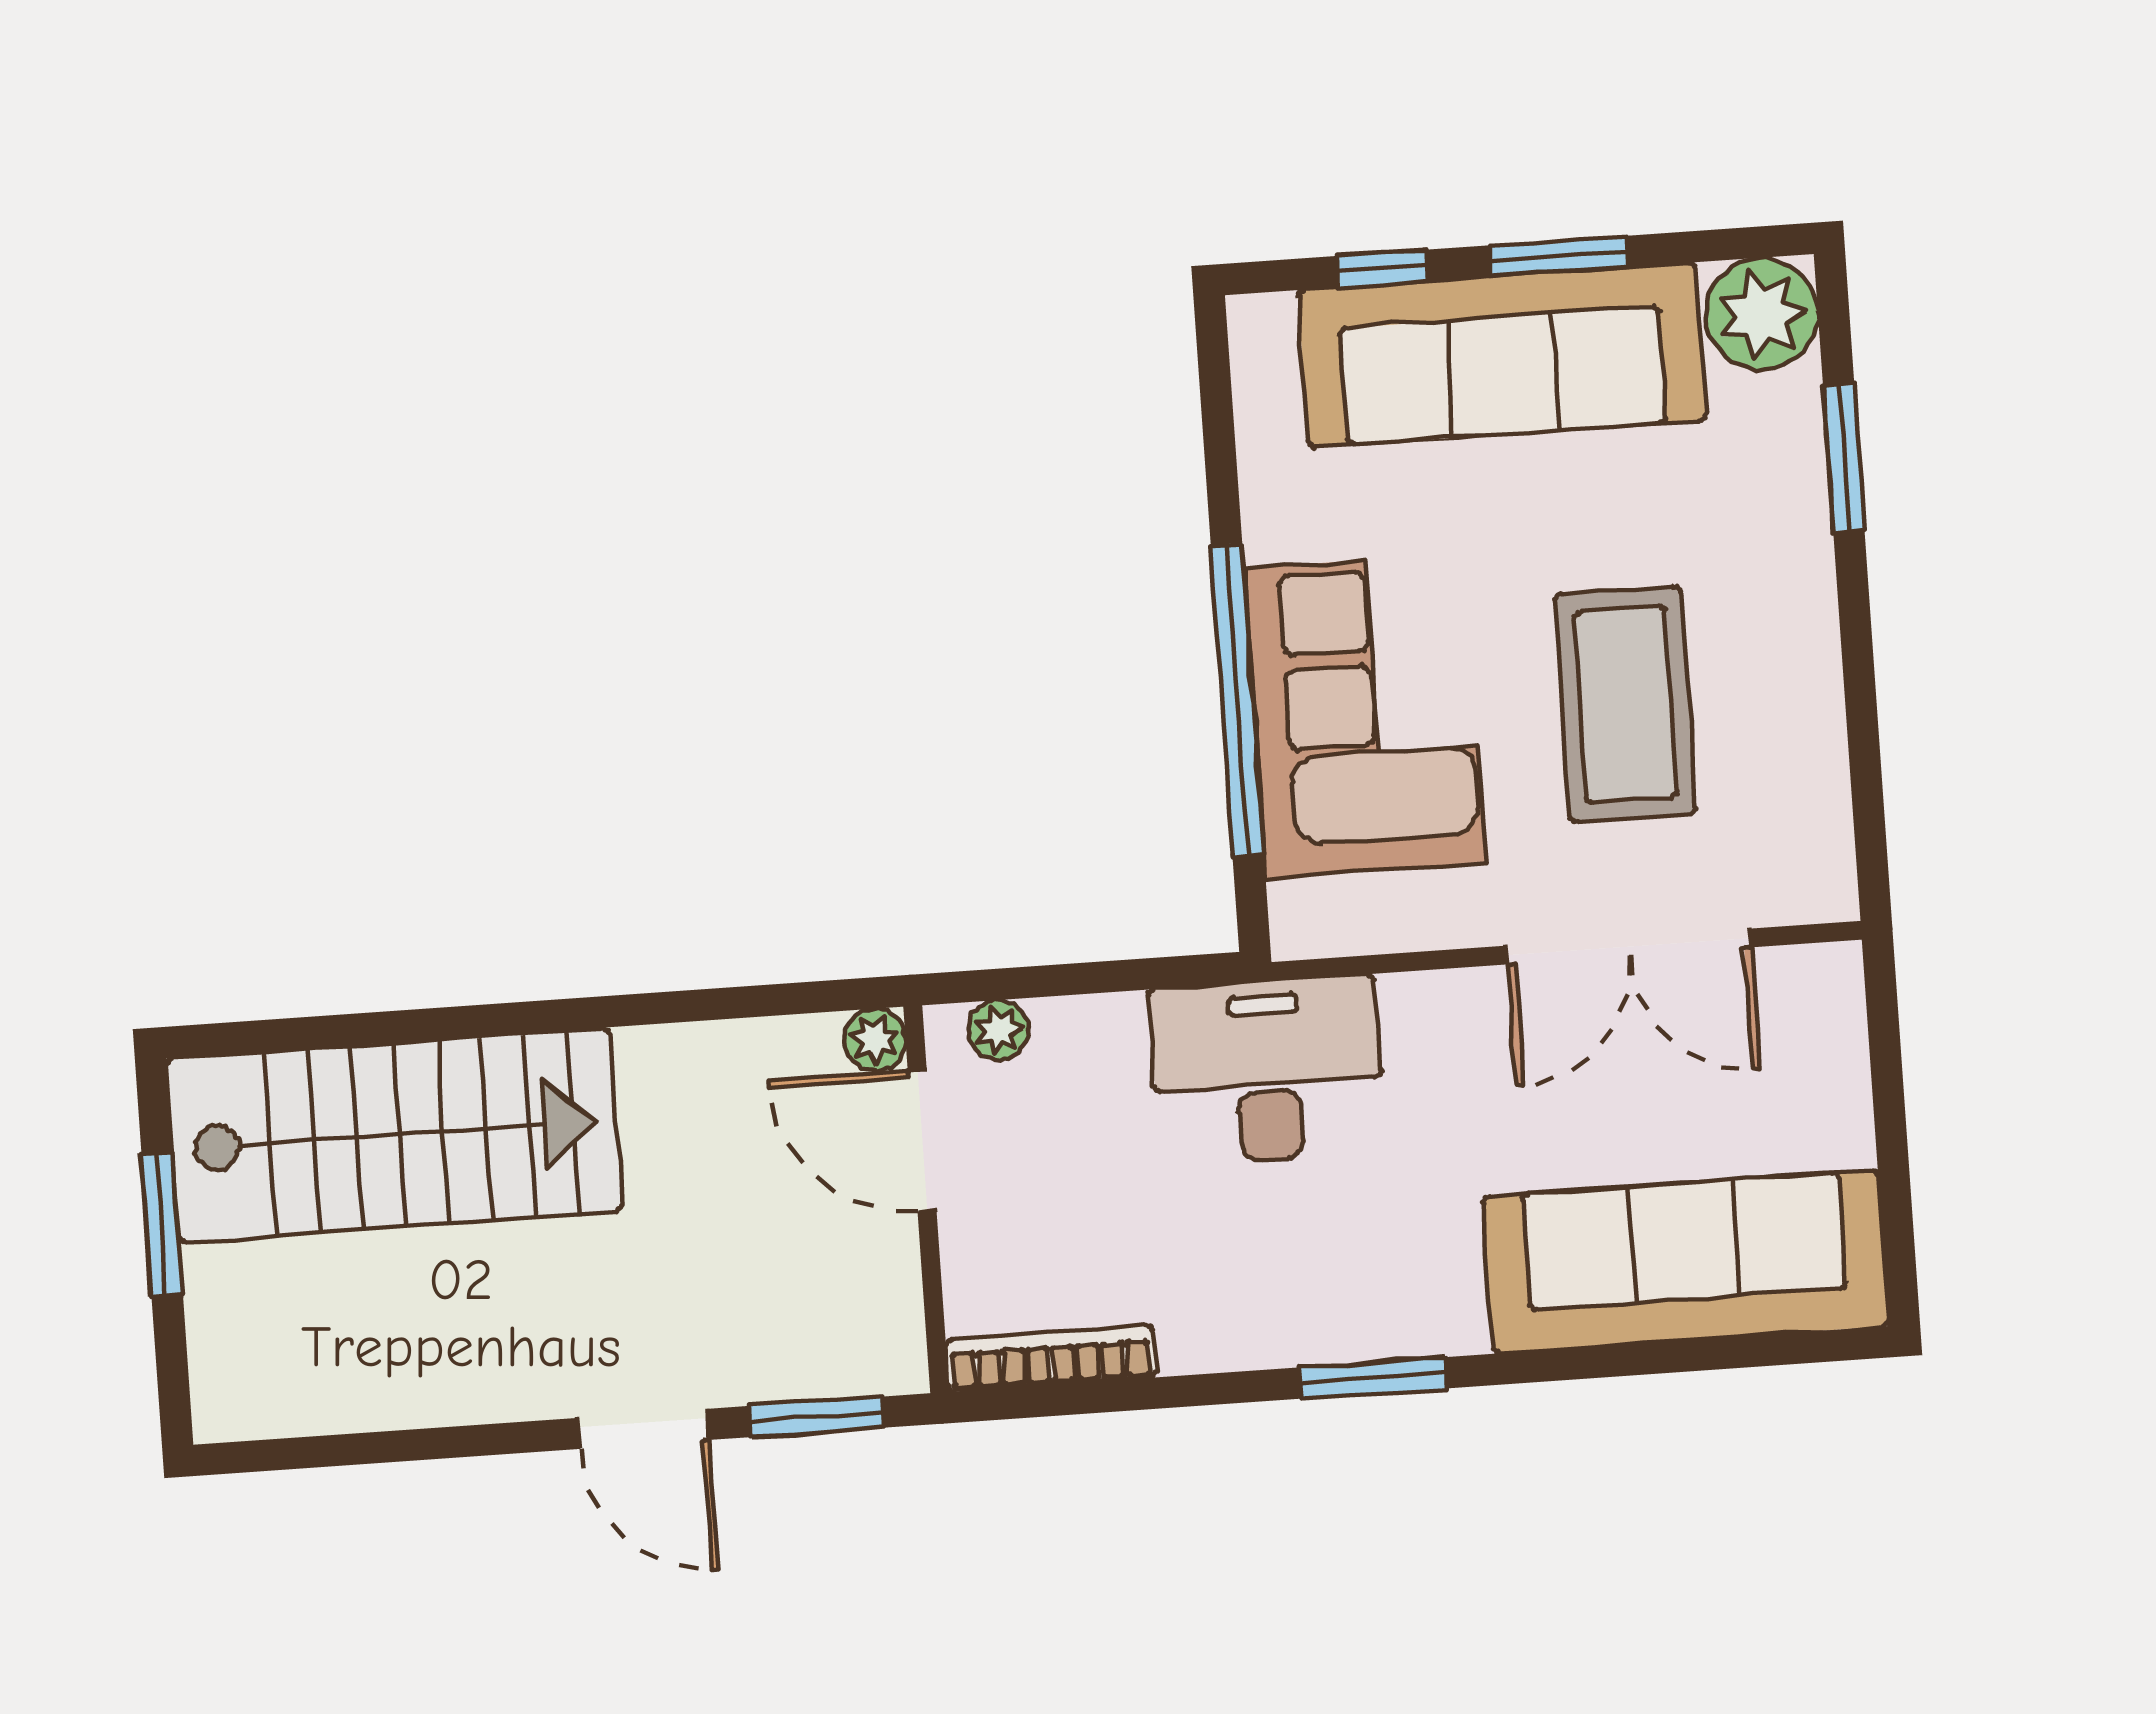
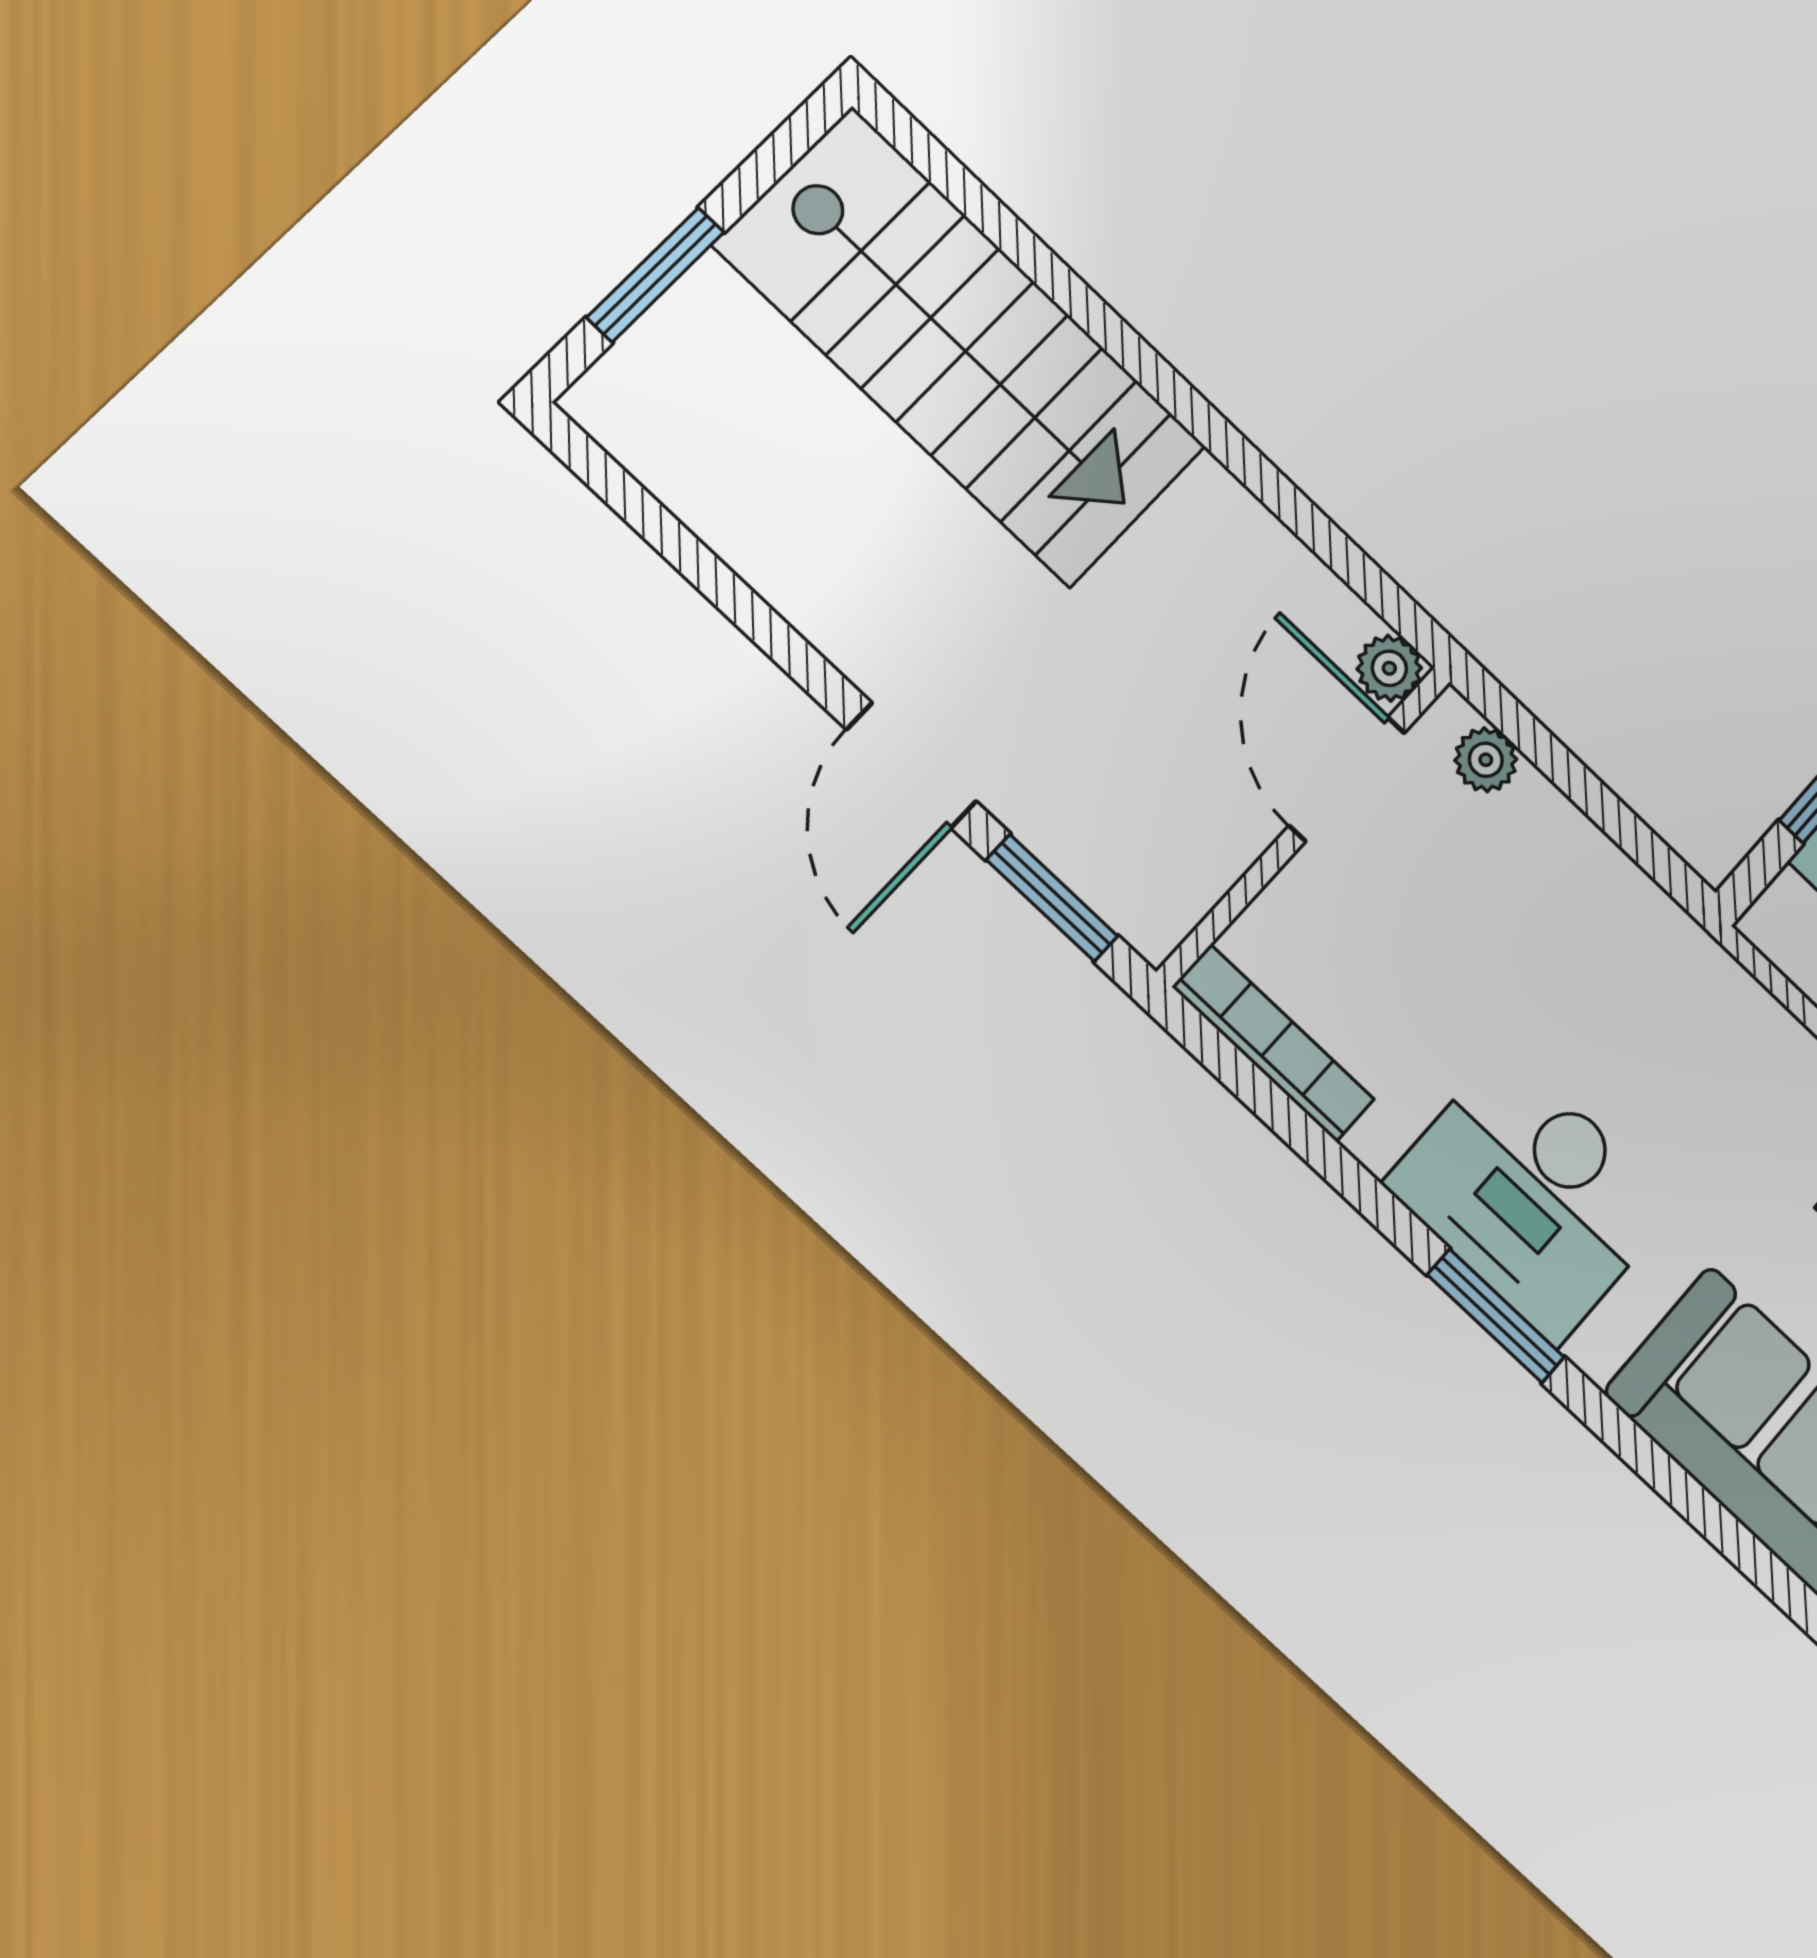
desk: (1267, 1070) -> (1531, 1195), moved, turned 180
window: (162, 1225) -> (655, 275), moved

